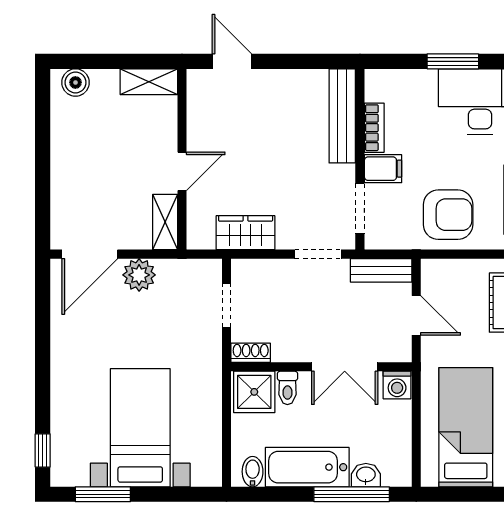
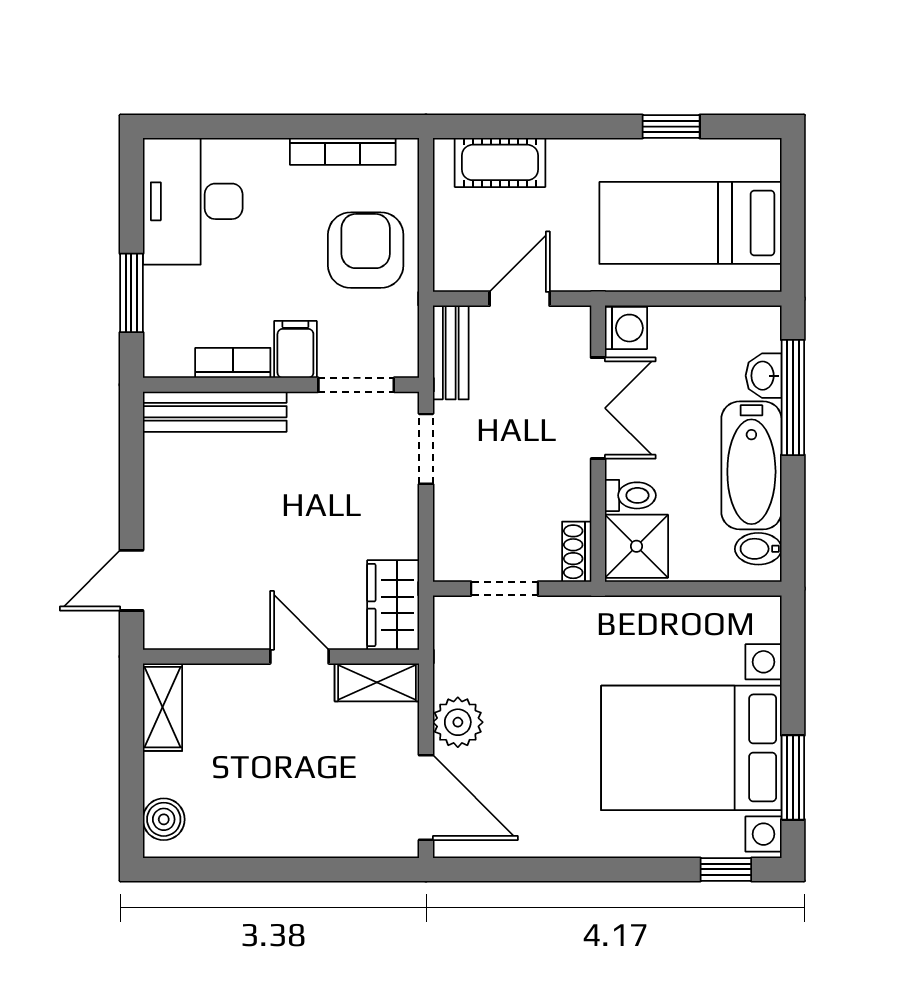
window: (453, 61) -> (131, 293), moved
wardrobe: (246, 233) -> (393, 605), moved
bed with nightstands: (140, 428) -> (691, 748), width x1.36

